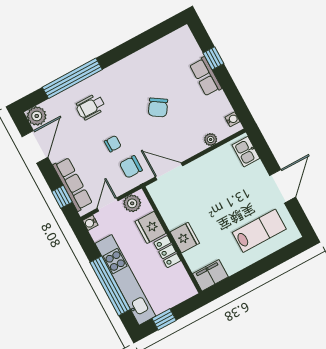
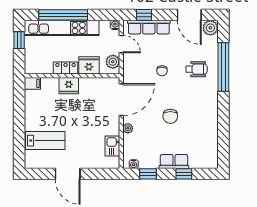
window: (235, 98) -> (148, 174), added
wheelchair: (91, 107) -> (196, 69), turned 90
chair: (158, 107) -> (170, 116), turned -123
plant: (211, 139) -> (128, 128), moved
kitchen sink: (246, 152) -> (112, 146), moved, turned -90
chair: (131, 167) -> (139, 75), removed
door: (169, 171) -> (121, 100), width x1.36
lab bench: (259, 231) -> (45, 141), turned -90
filing cabinet: (210, 275) -> (32, 83), width x0.50

